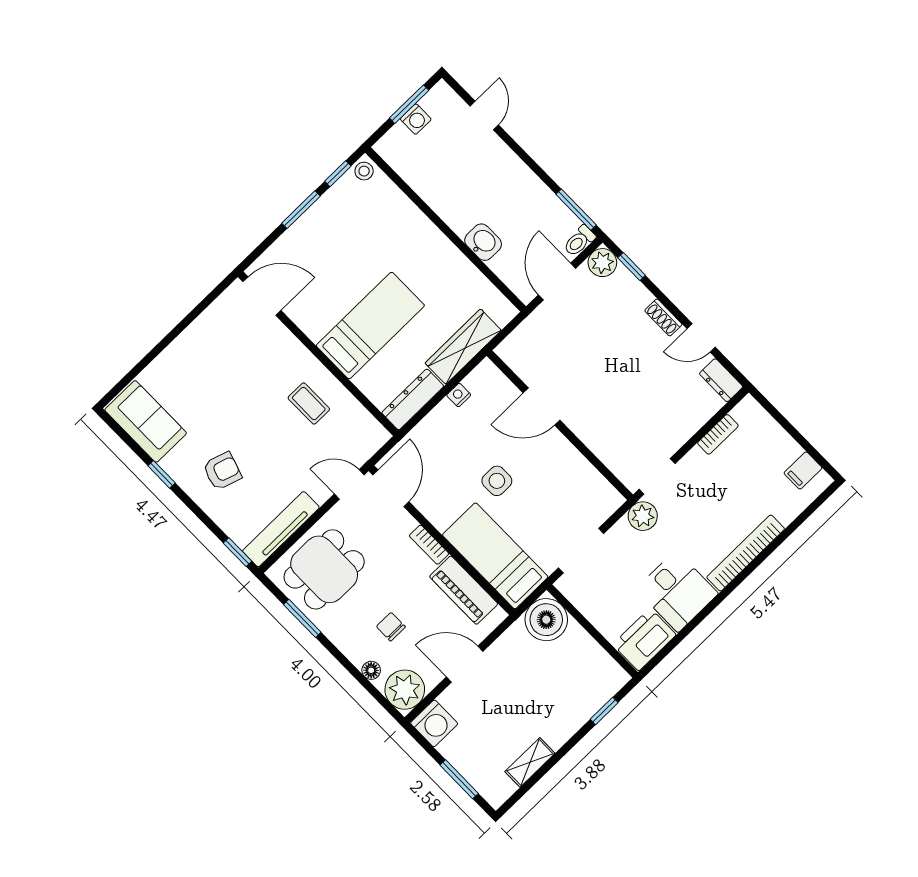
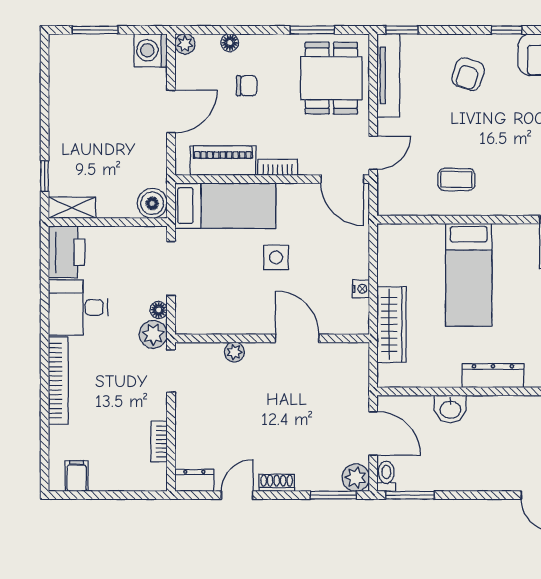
window: (632, 266) -> (333, 495), width x1.50
dresser: (413, 399) -> (493, 376), moved, turned -90
door: (542, 407) -> (297, 338), hinge flipped
plant: (597, 443) -> (234, 352), added
floor lamp: (621, 530) -> (159, 310), added
boiler: (546, 620) -> (152, 203), width x0.73, depth x0.73
plant: (405, 690) -> (185, 44), width x0.53, depth x0.53
shelving: (530, 762) -> (72, 208), moved, turned 90

